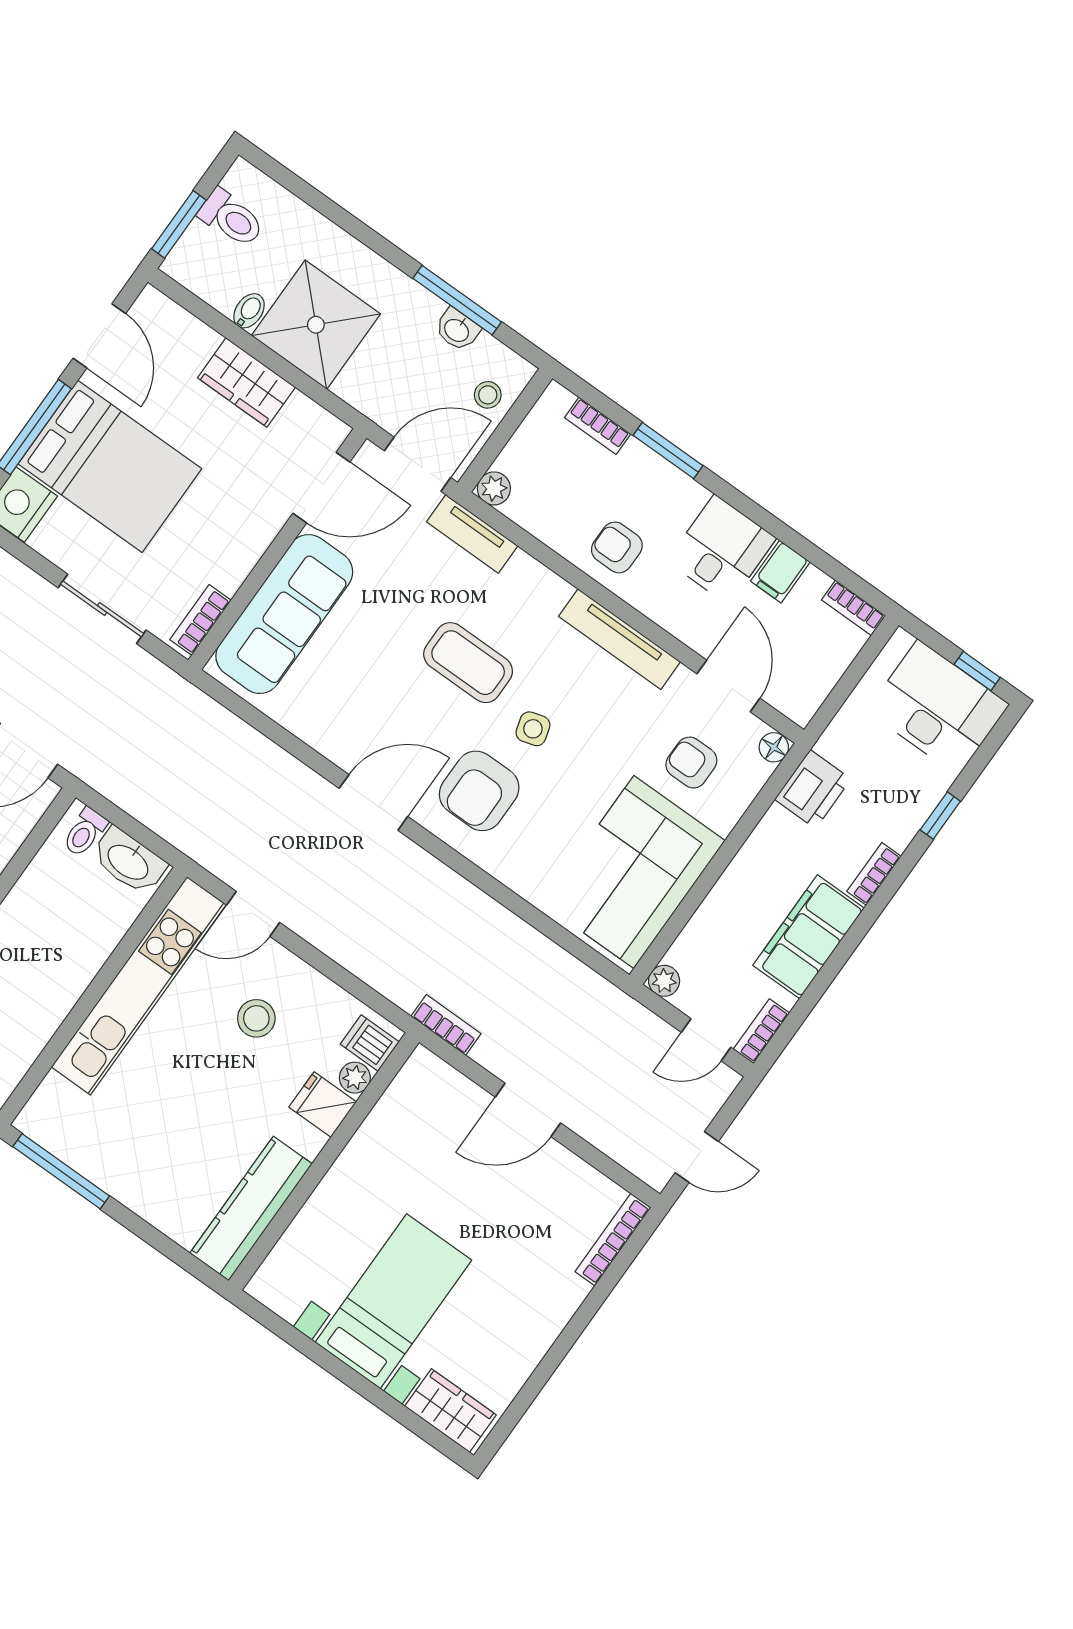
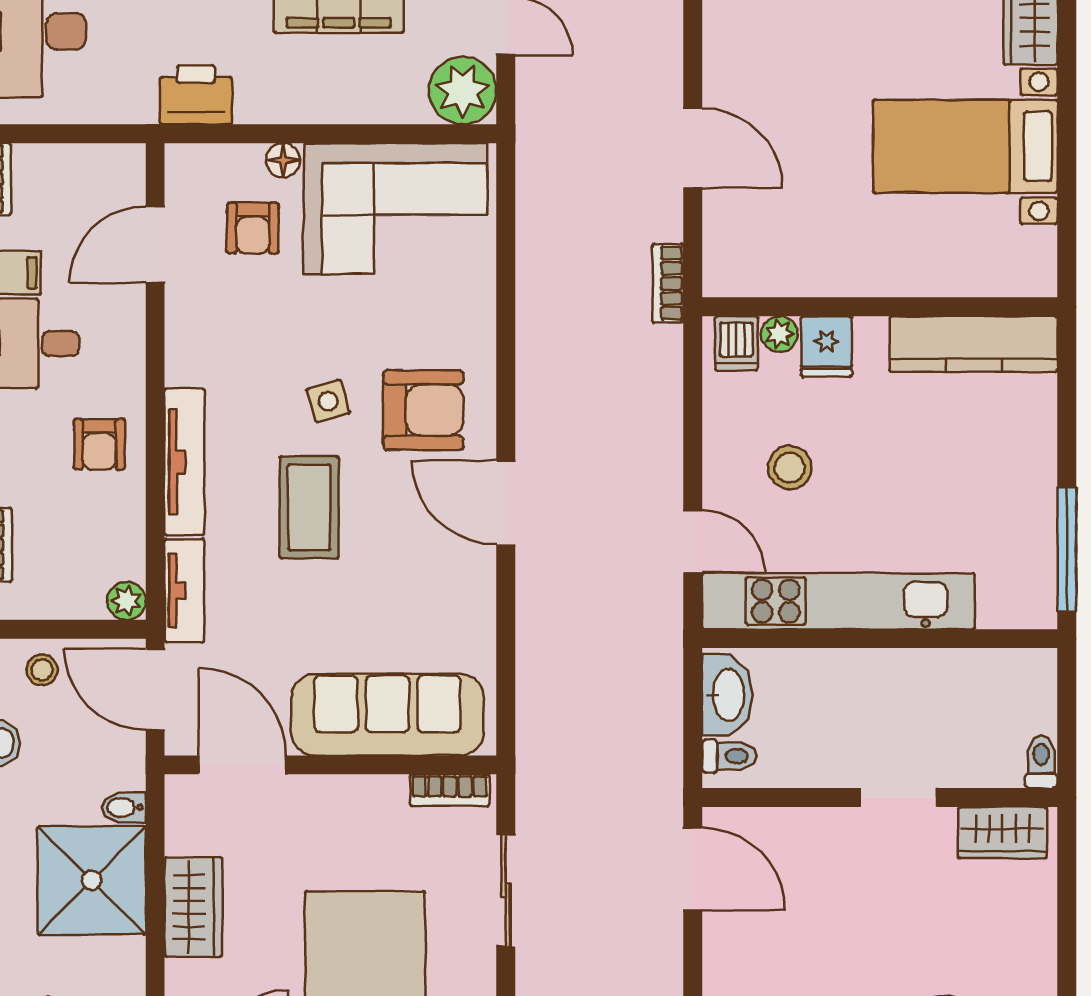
bidet: (249, 311) -> (124, 807), moved
tv unit: (620, 639) -> (184, 462), moved
floor lamp: (774, 747) -> (283, 160), moved
plant: (664, 981) -> (463, 91), width x1.88, depth x1.88

